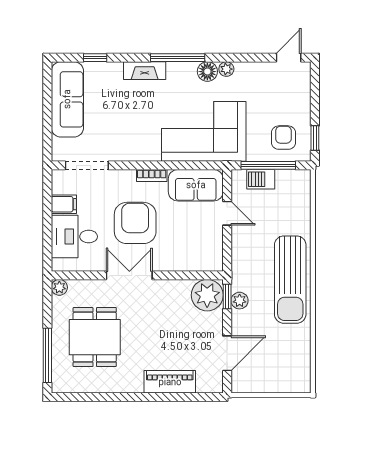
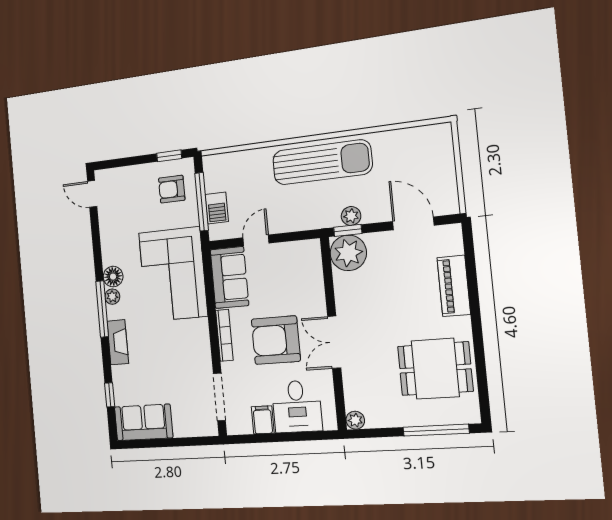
plant: (226, 69) -> (112, 297), moved
sofa: (67, 99) -> (144, 422), width x0.73
bookcase: (152, 175) -> (224, 335), width x1.56
dining table: (95, 337) -> (435, 369), moved

